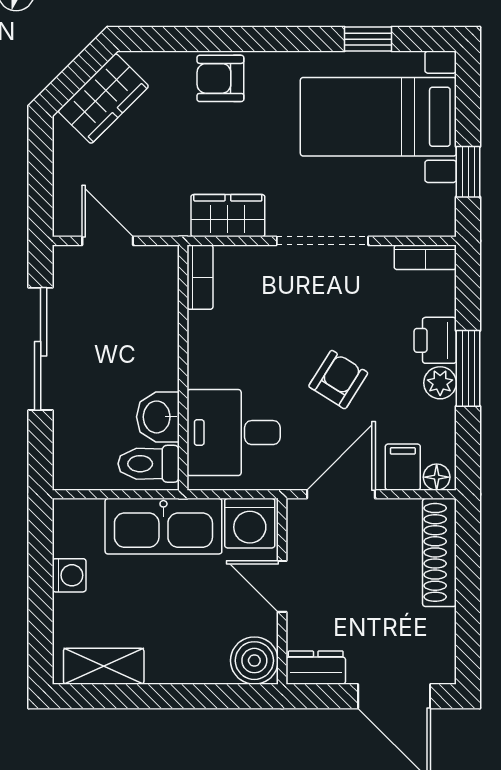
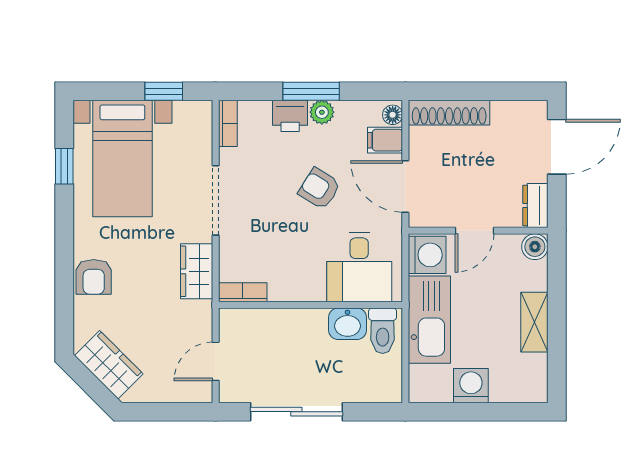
washing machine: (69, 575) -> (471, 386), width x1.38, depth x1.38
boiler: (254, 661) -> (535, 247), width x0.73, depth x0.73
shelving: (104, 666) -> (534, 322), moved

